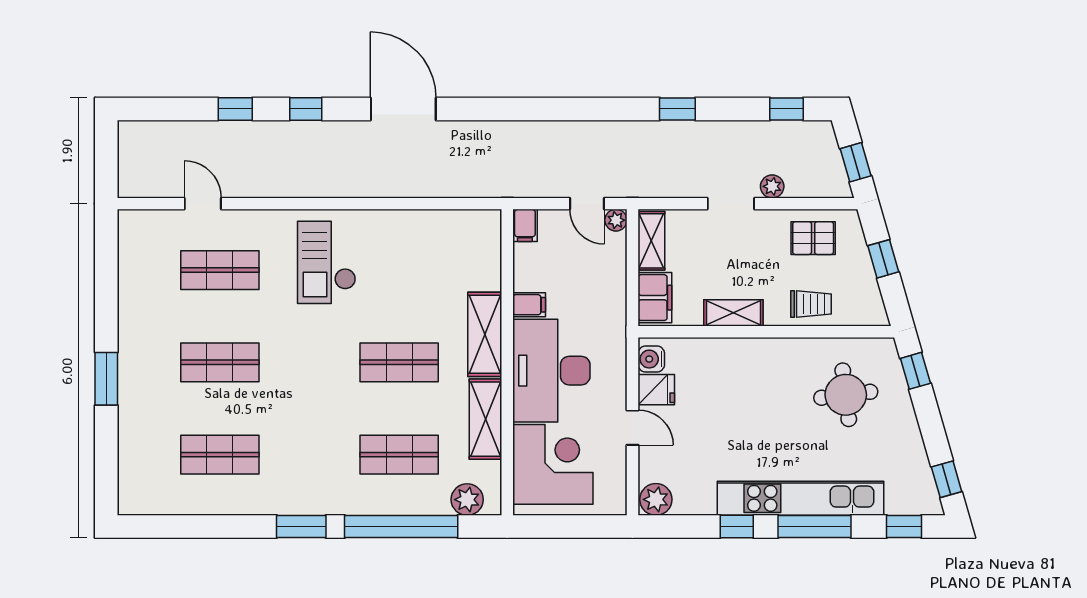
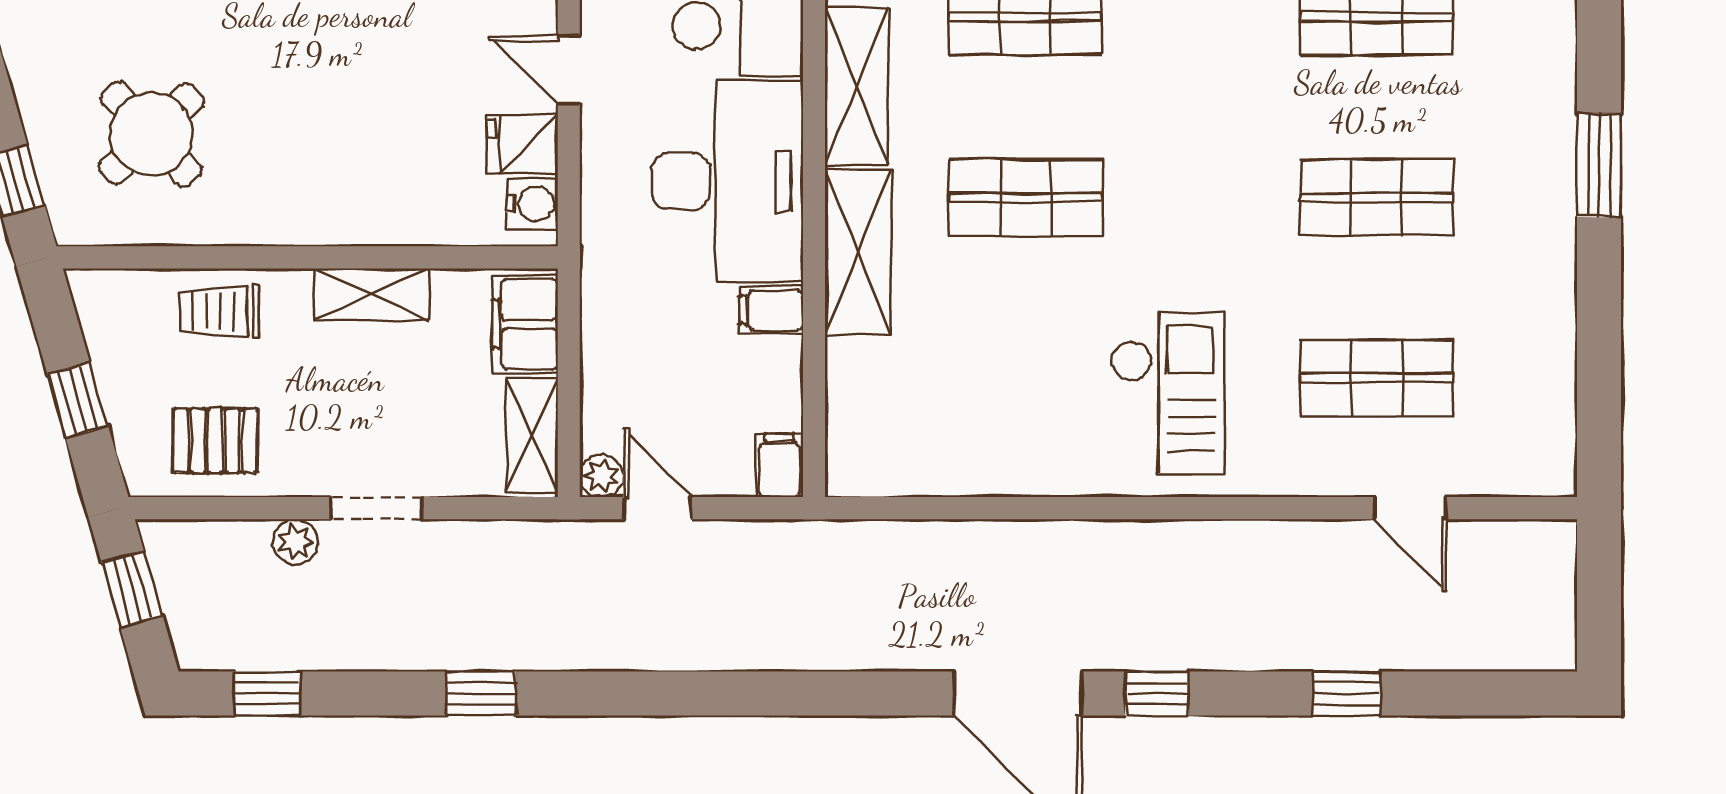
window: (306, 109) -> (1157, 693), moved
round table: (846, 395) -> (151, 134), turned -36

